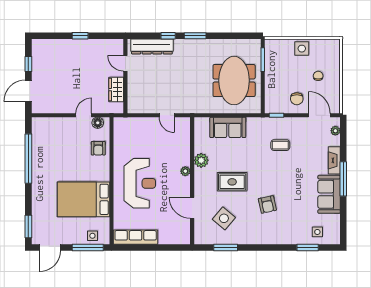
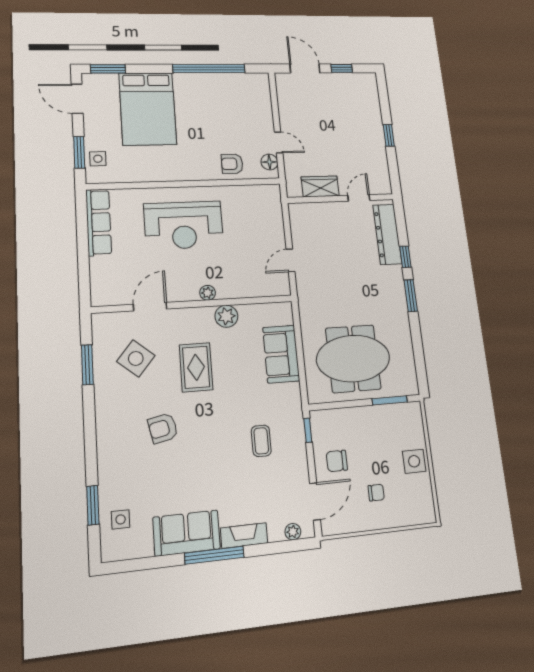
bed: (84, 199) -> (148, 109), moved, turned 180
window: (88, 247) -> (79, 152), width x0.69

